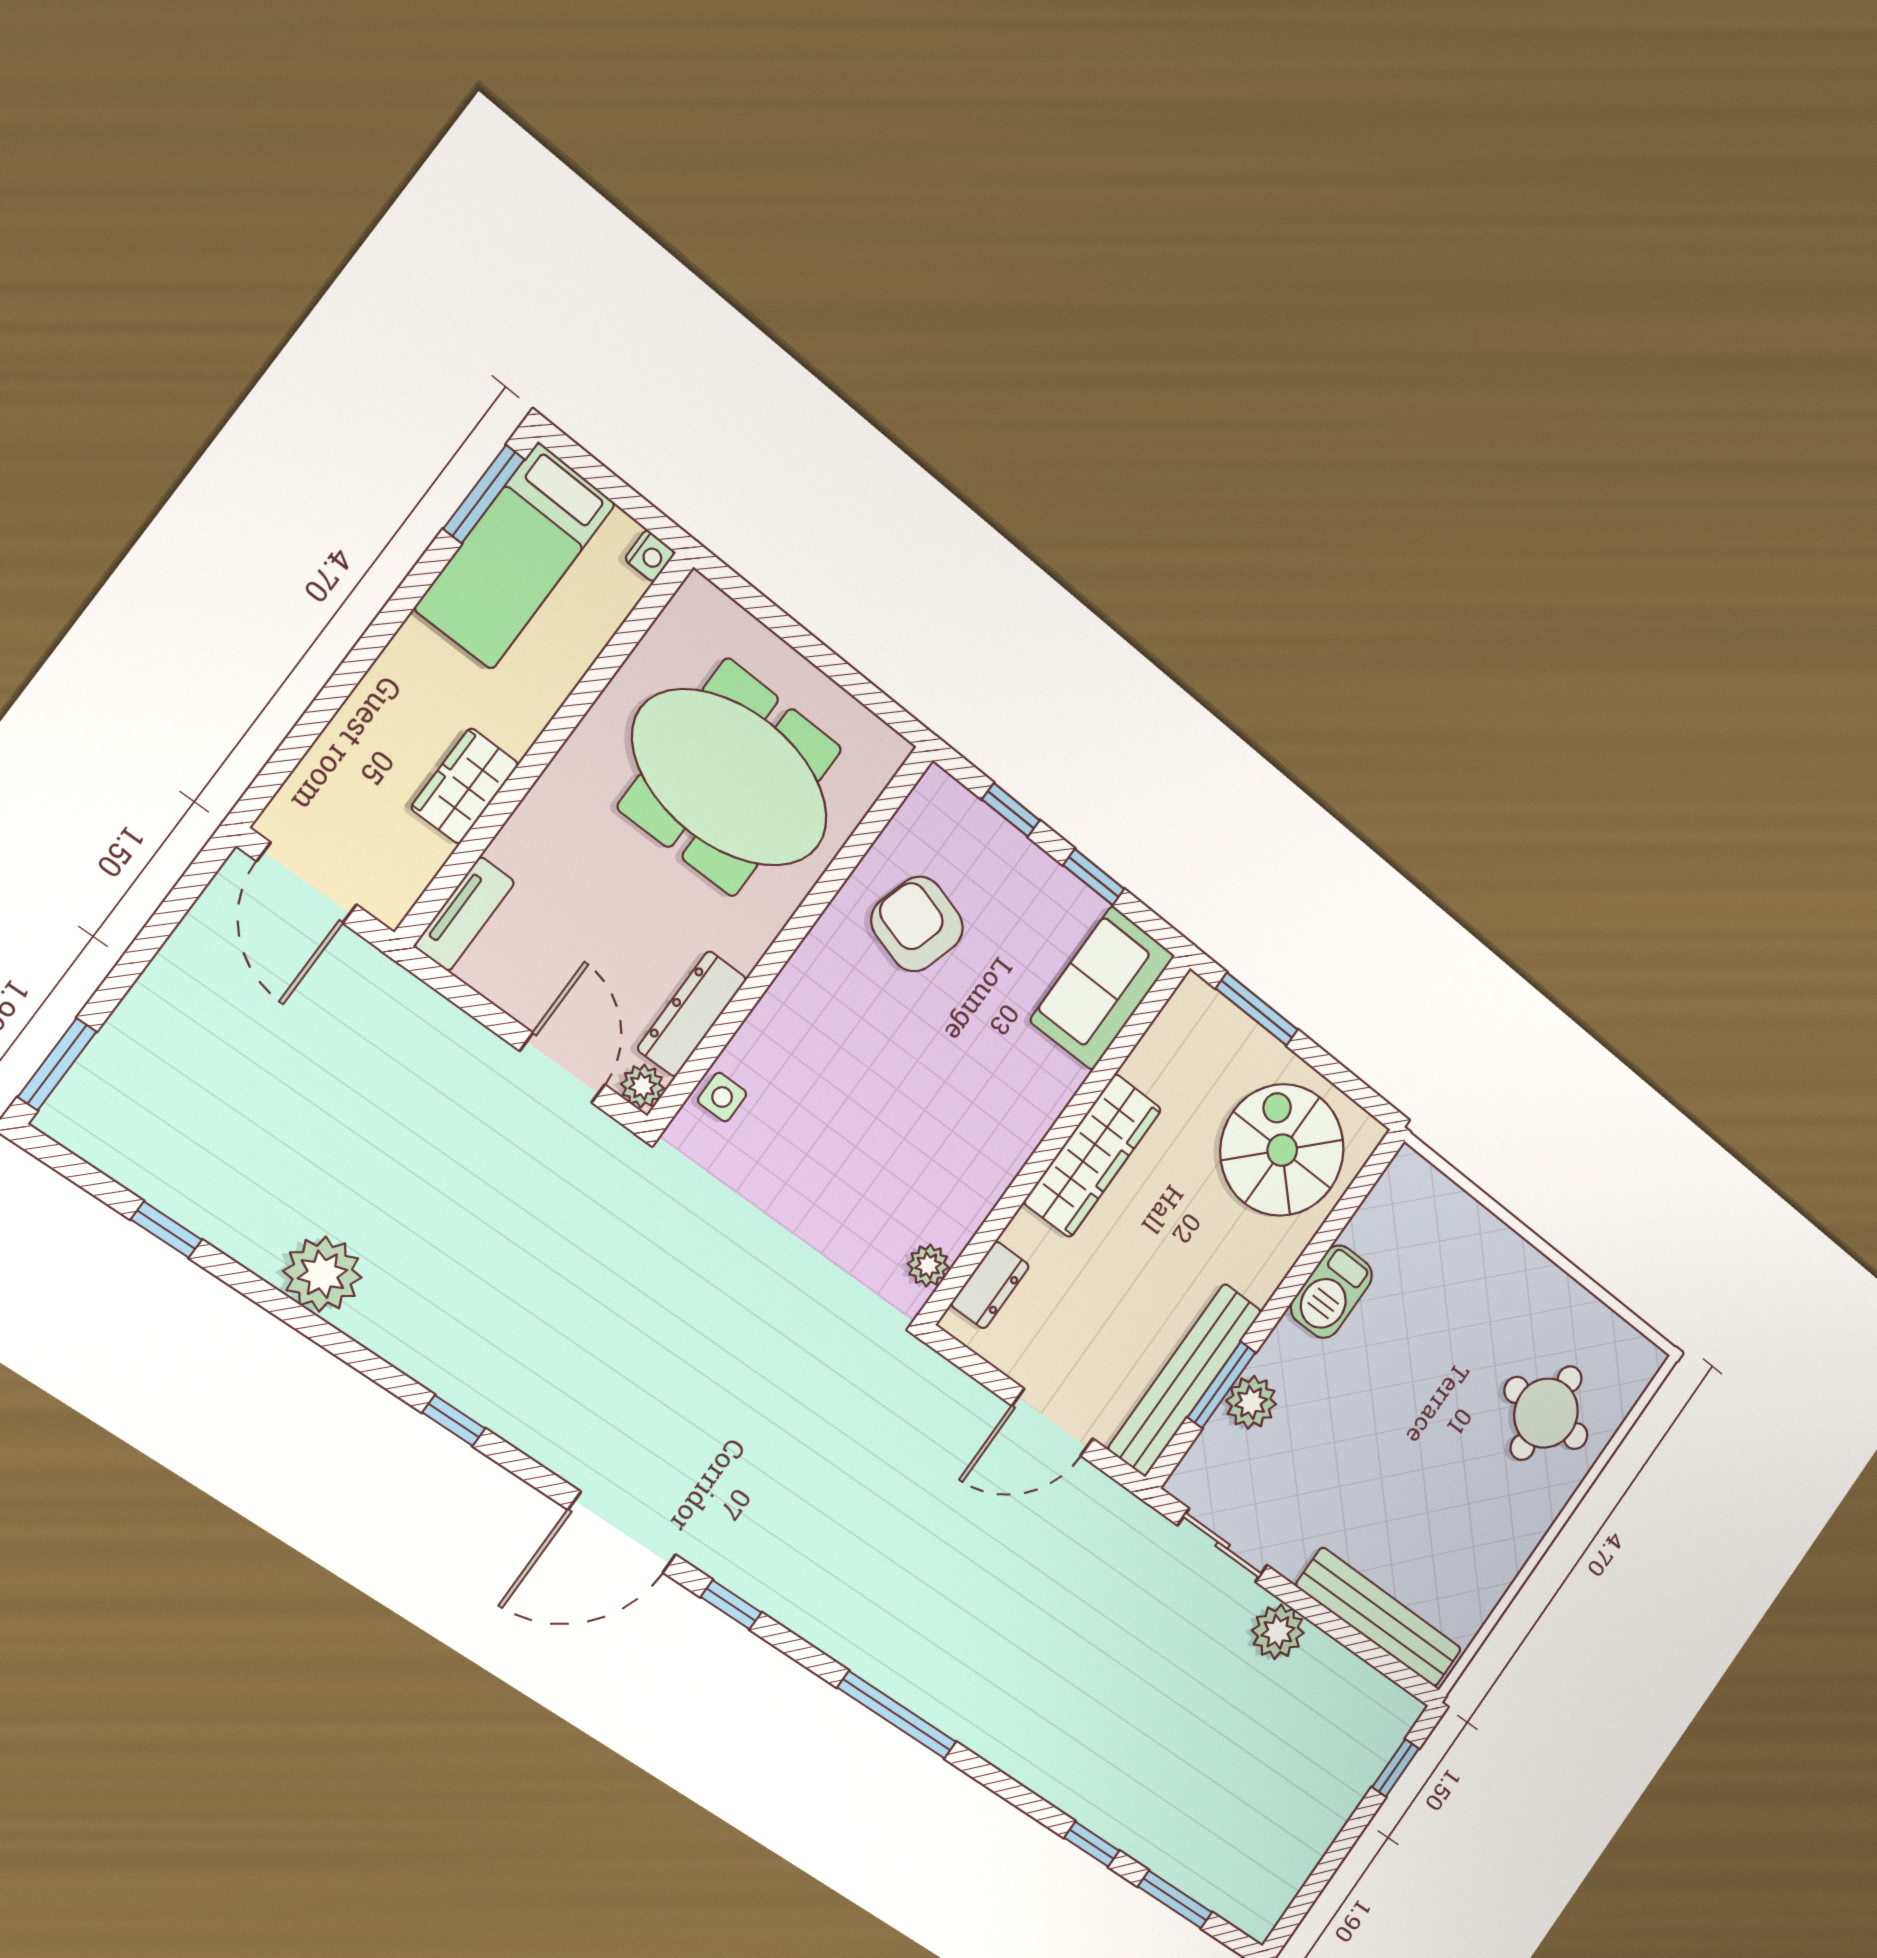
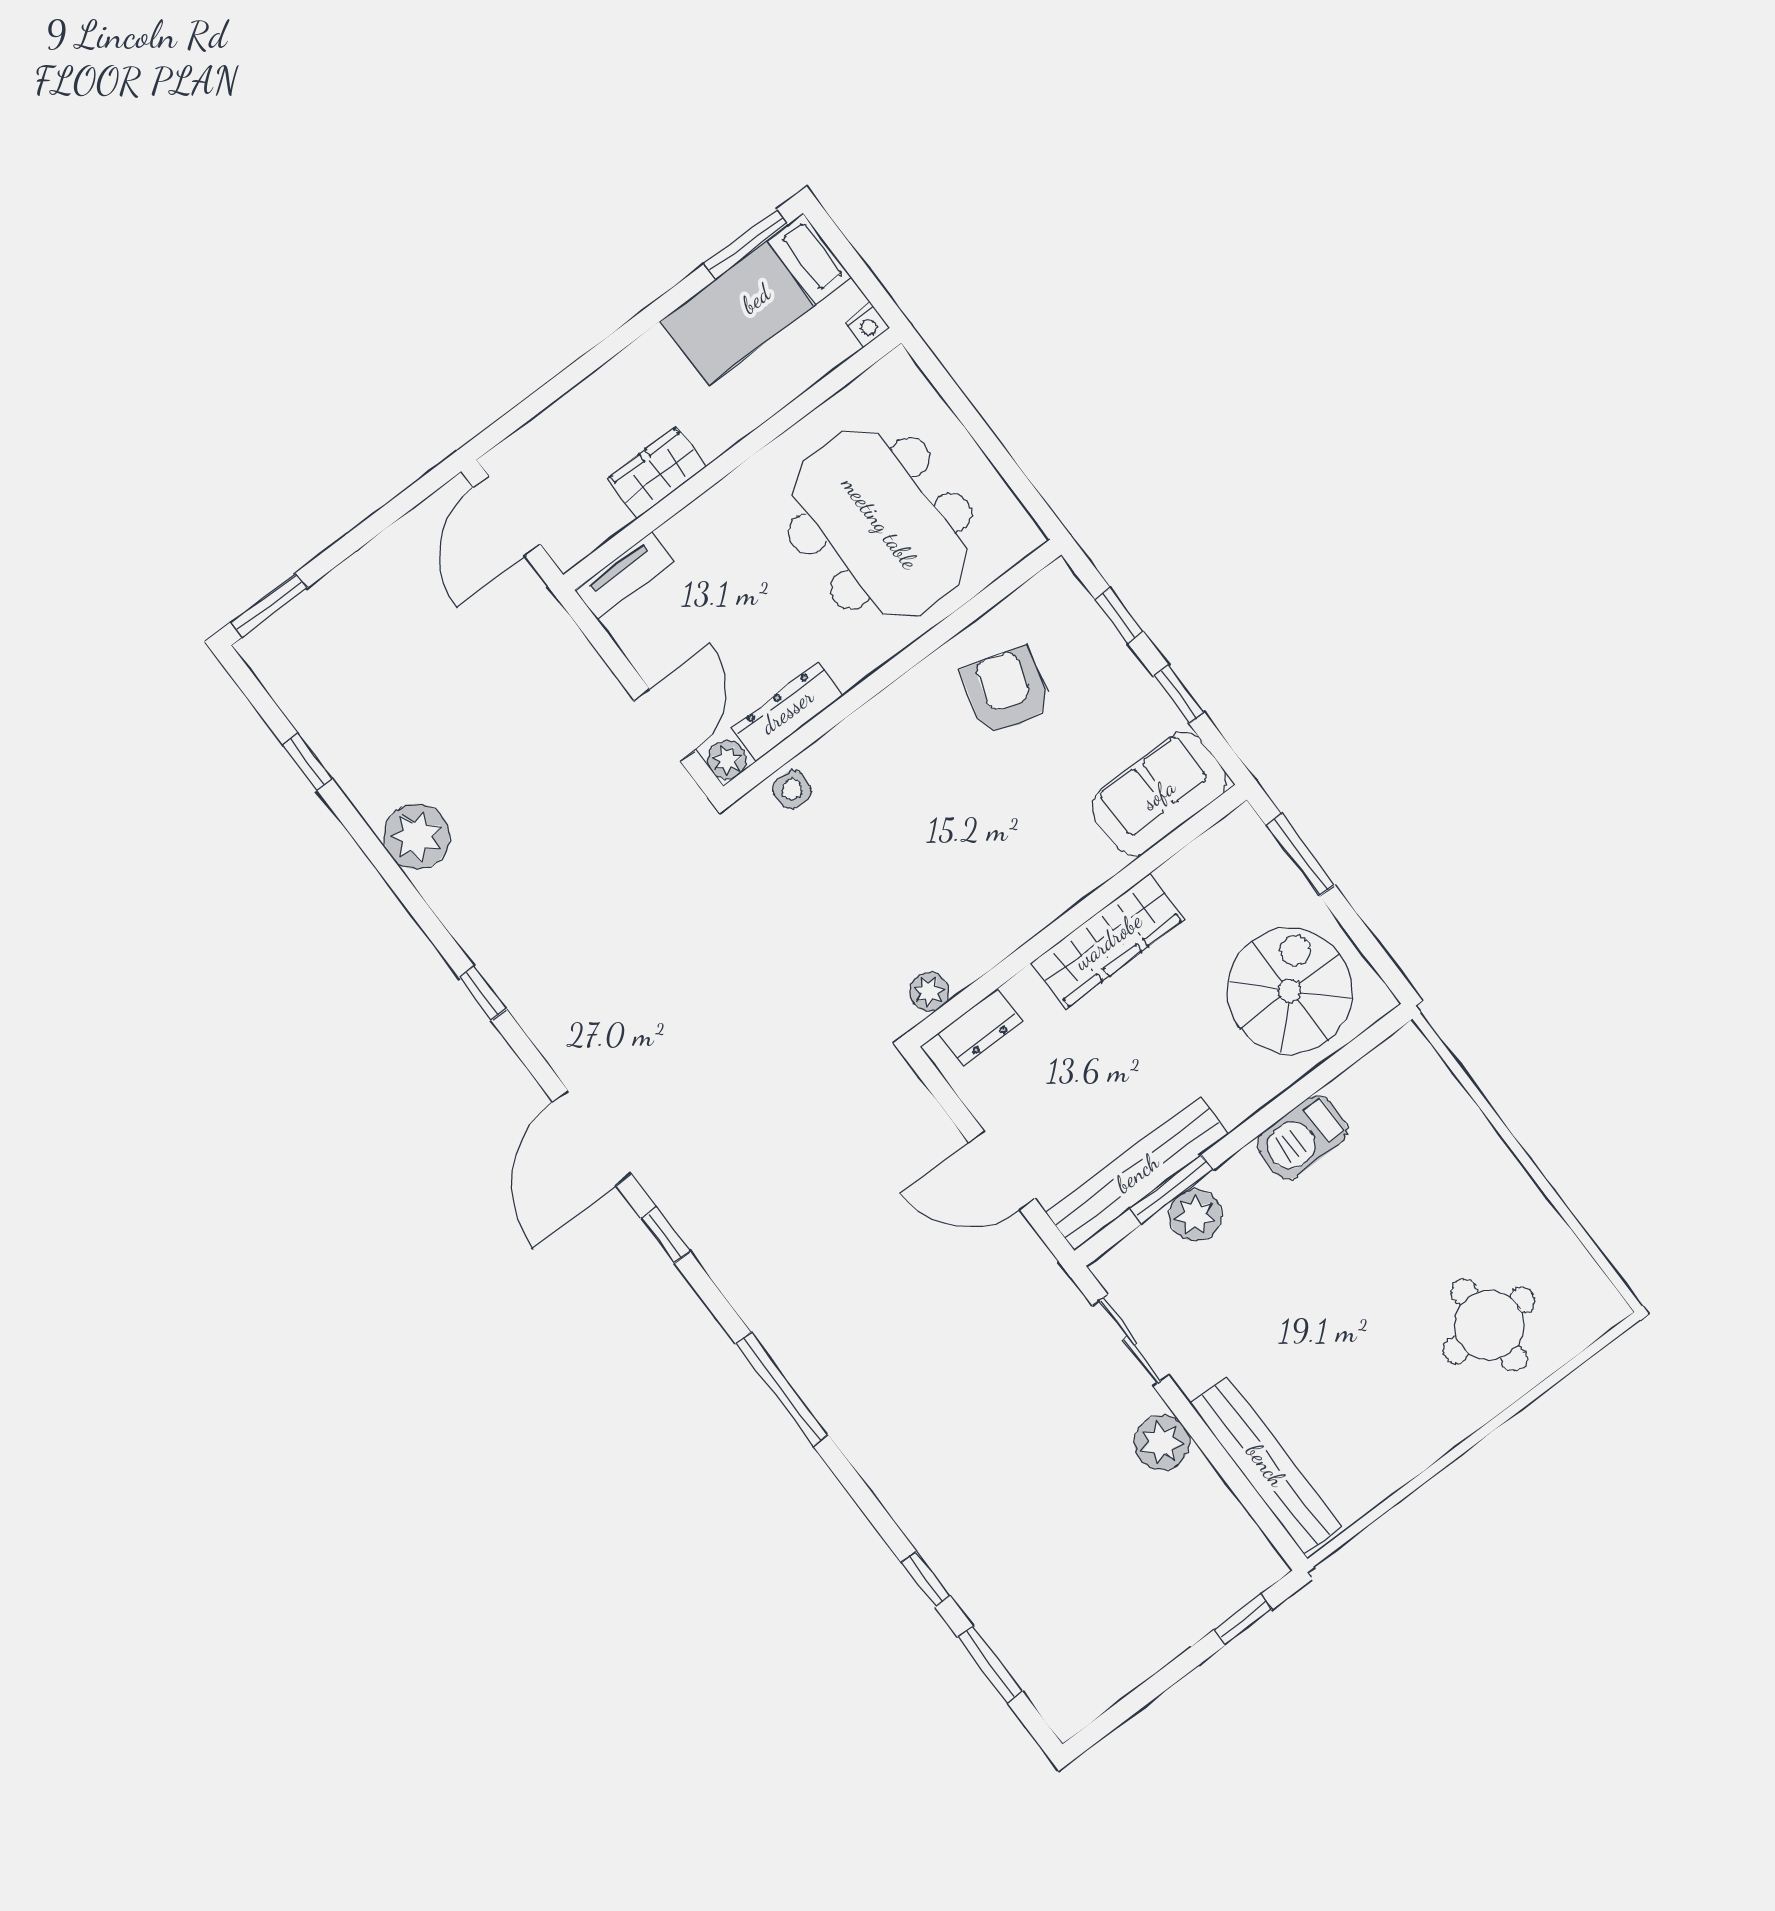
door: (622, 1532) -> (592, 1138), hinge flipped

